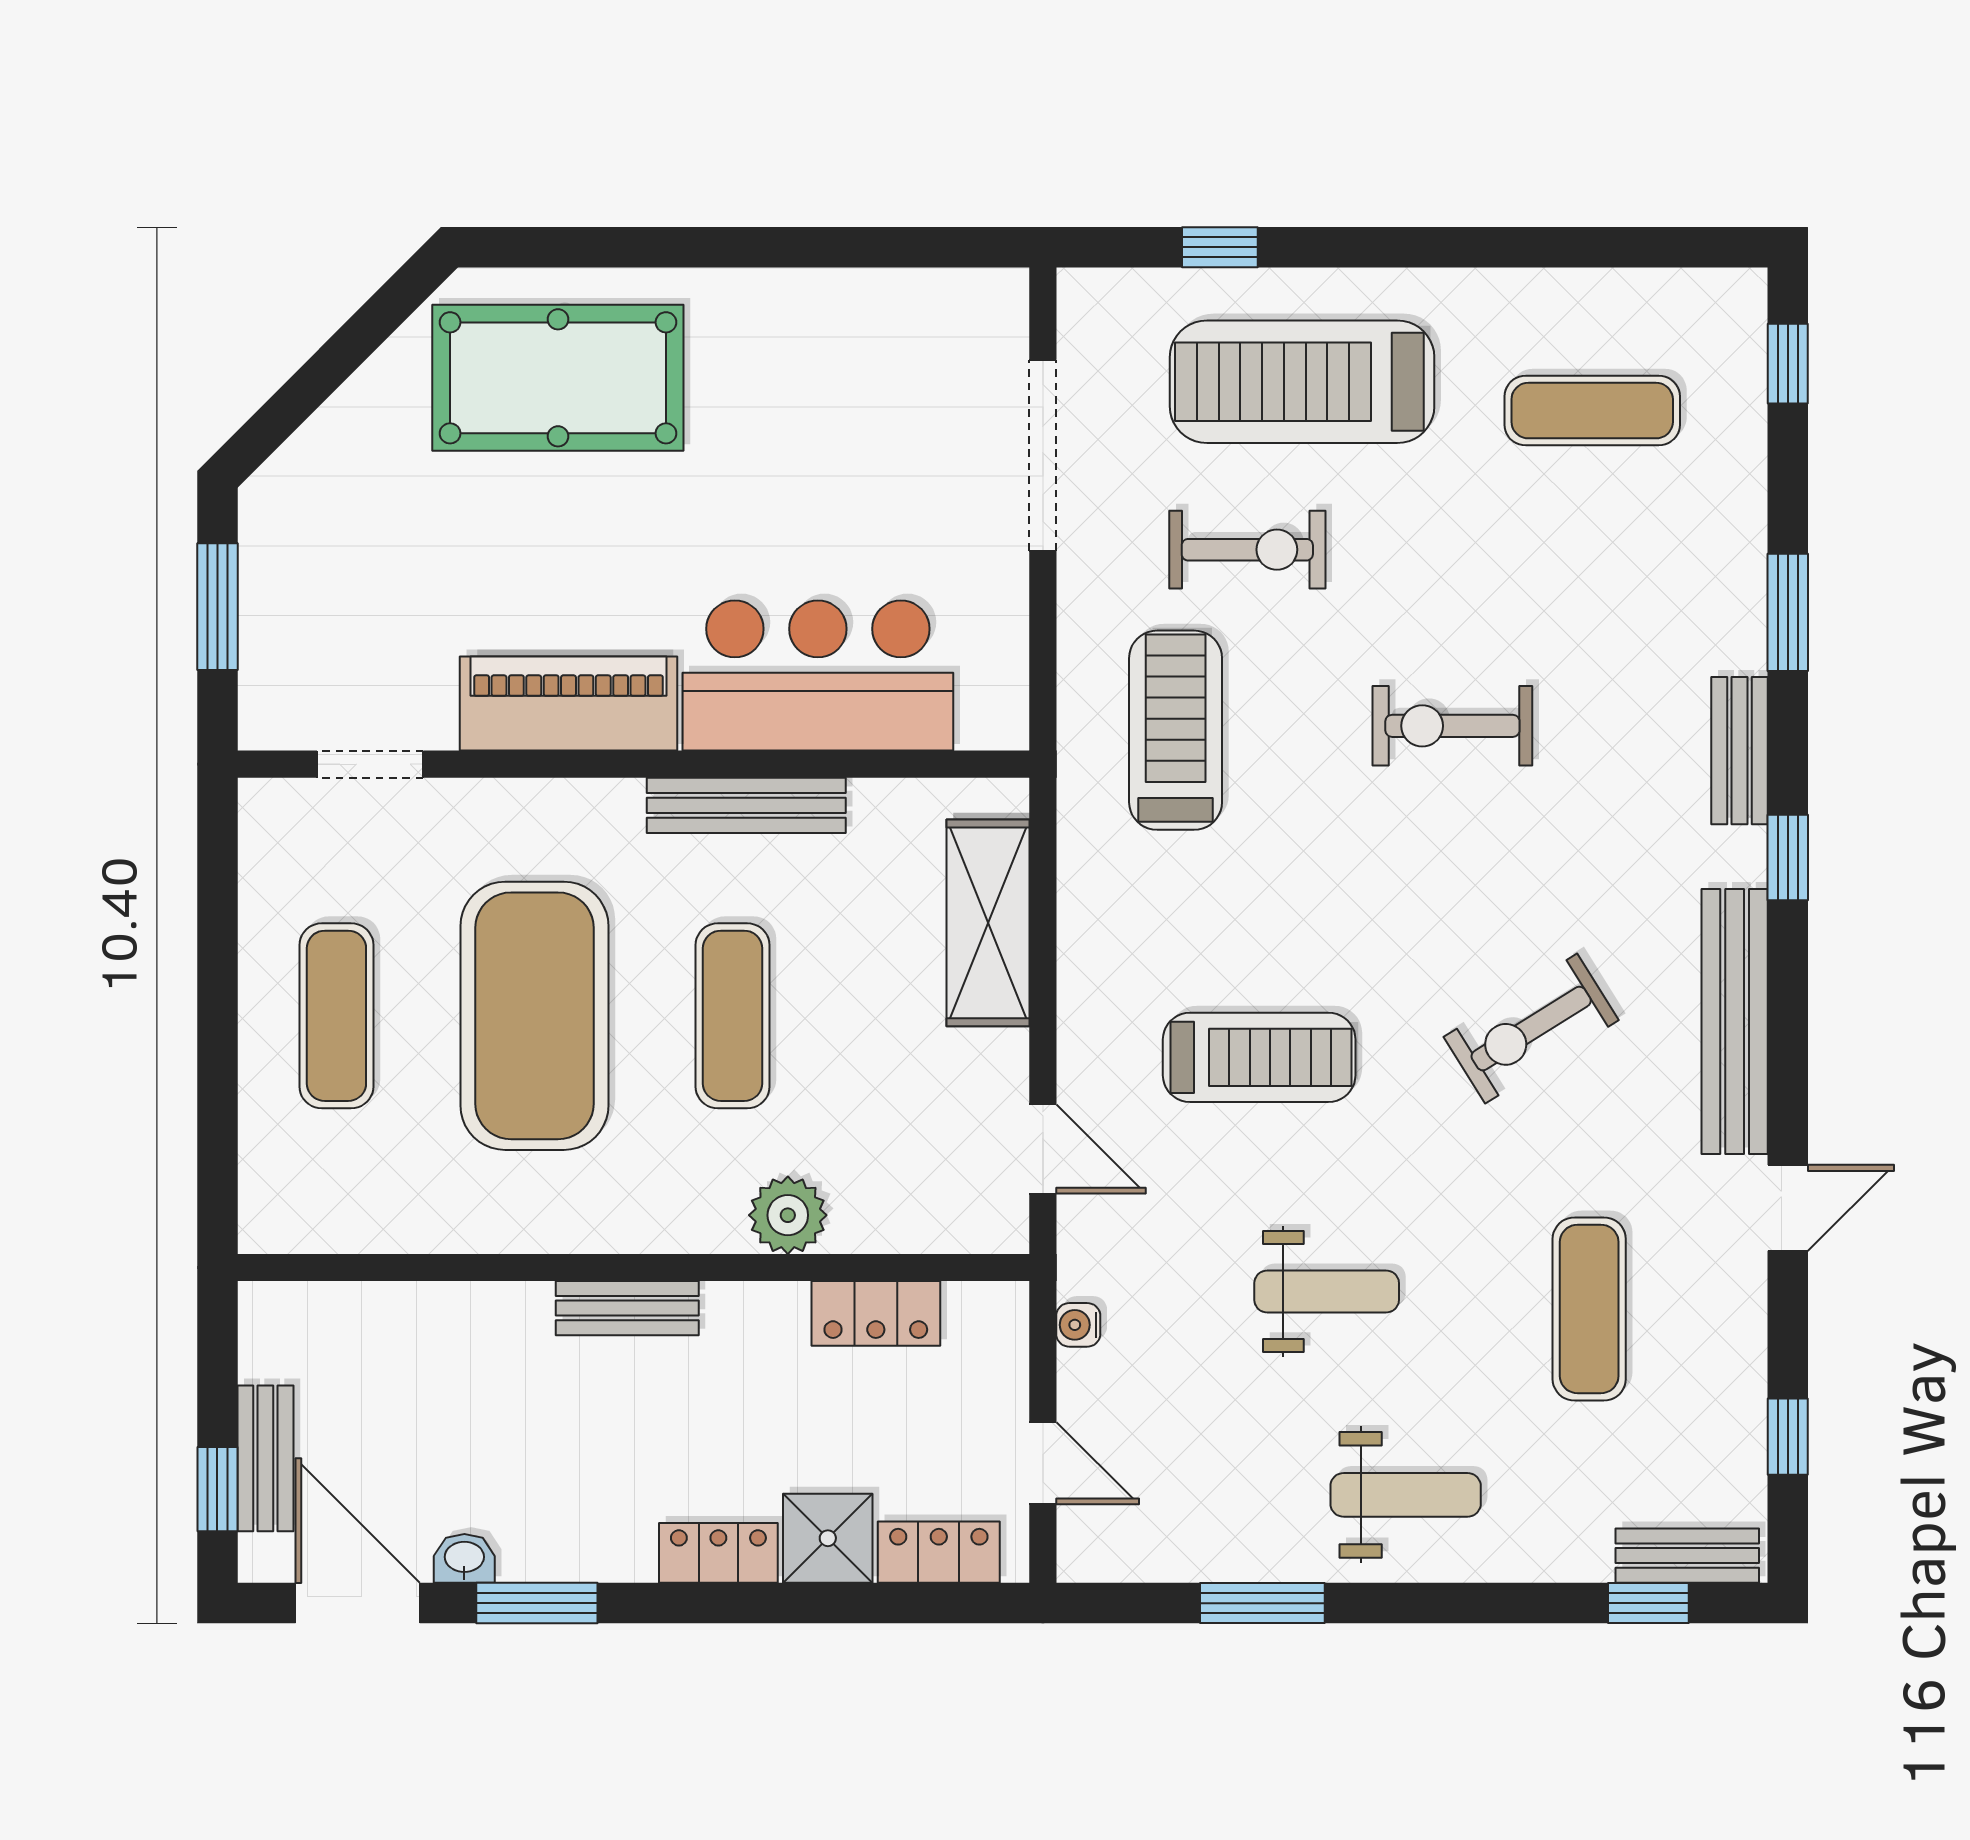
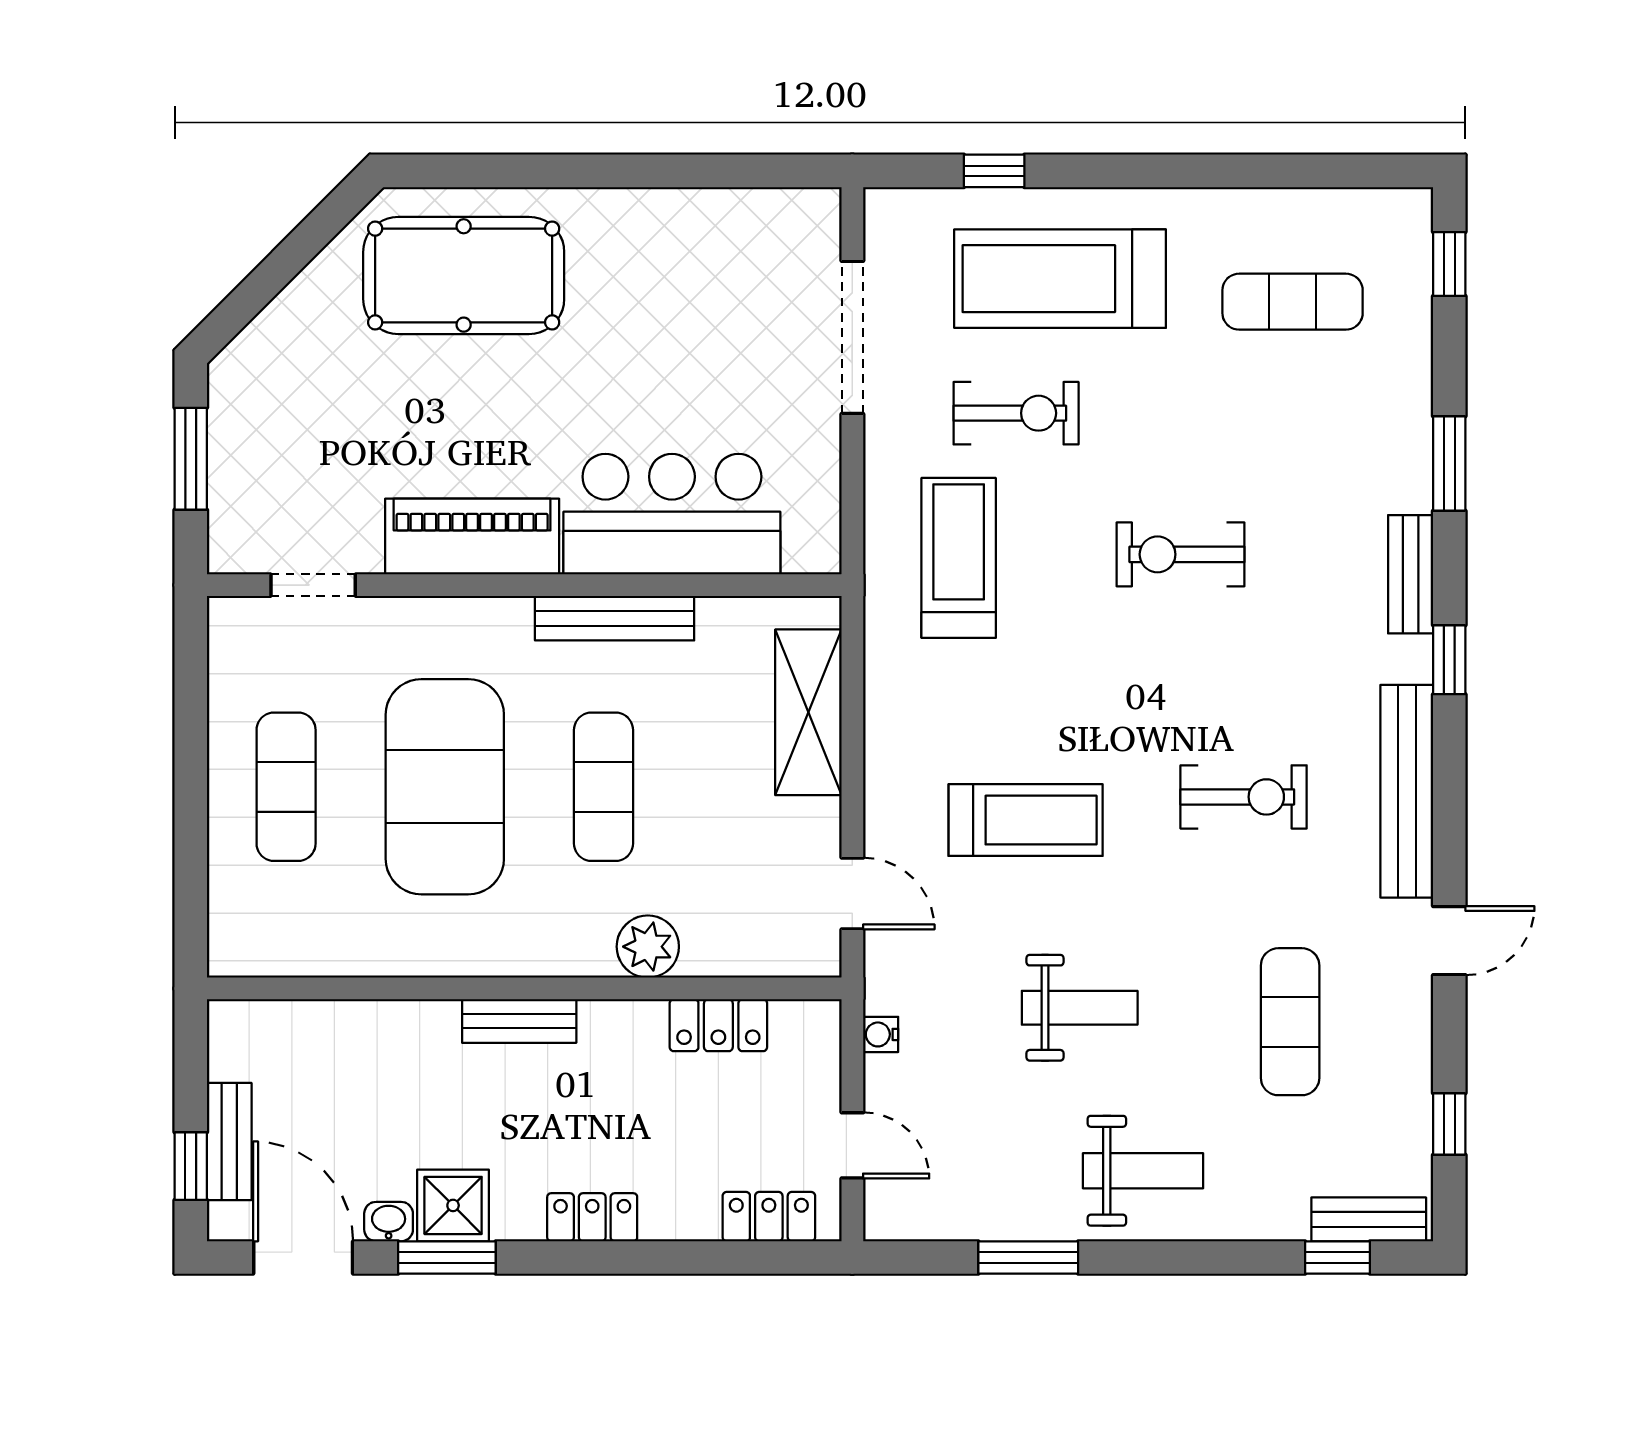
exercise bike: (1531, 1029) -> (1244, 797), turned -148
shower: (828, 1538) -> (453, 1205), moved

